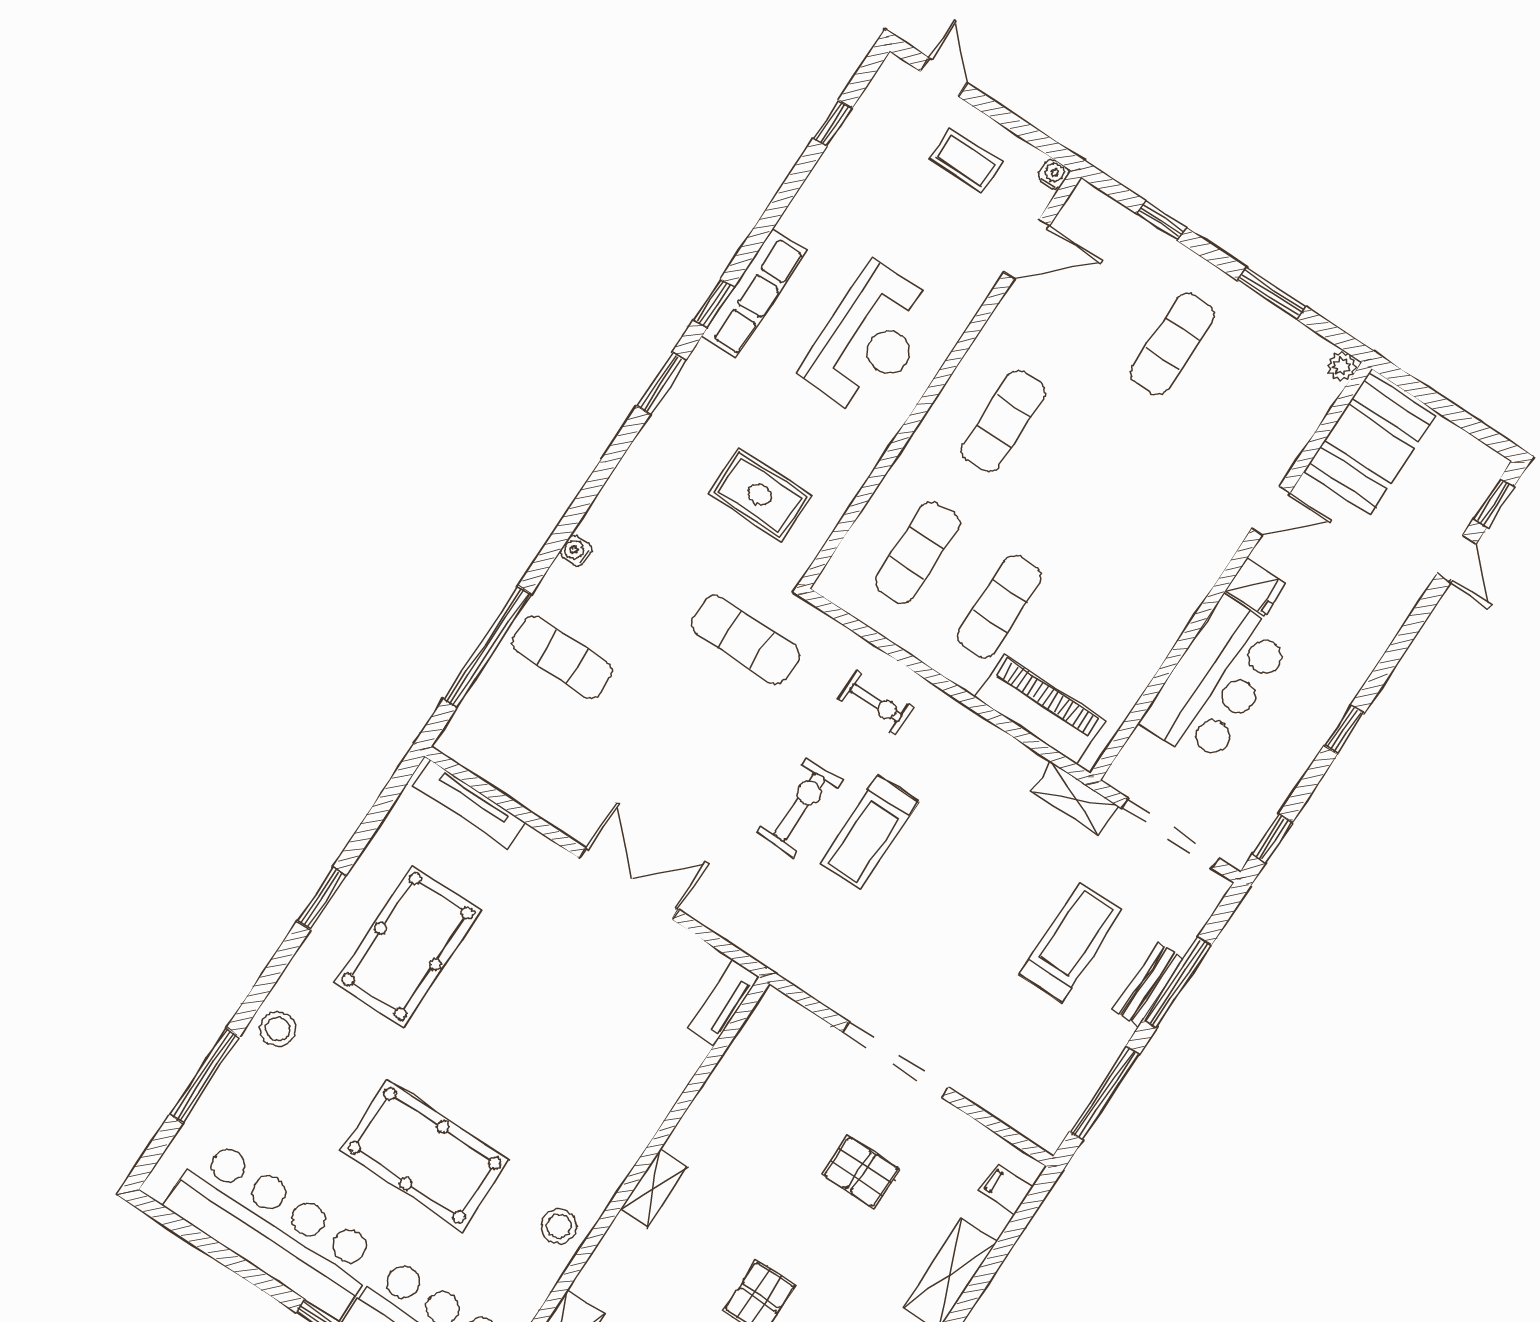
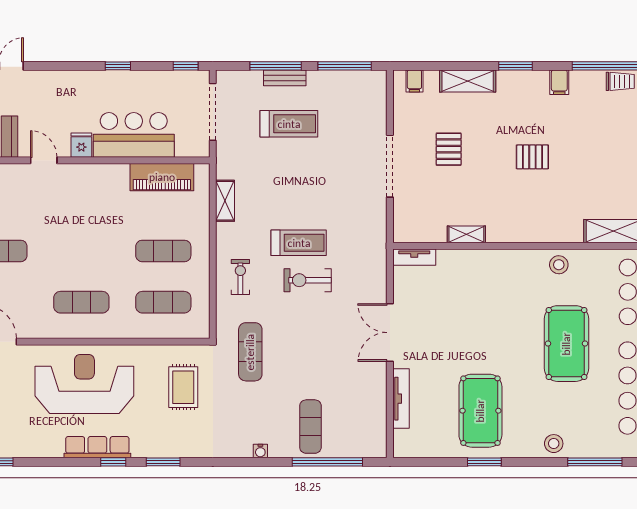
reception desk: (869, 340) -> (84, 384), width x1.36, depth x1.30
piano: (1040, 709) -> (162, 177), moved, turned -90
shelving: (1075, 799) -> (225, 201), moved
tv unit: (469, 804) -> (401, 399), moved
treadmill: (1071, 942) -> (289, 124), turned 180
pool table: (408, 946) -> (480, 411), turned 90
shelving: (654, 1188) -> (466, 234), moved

